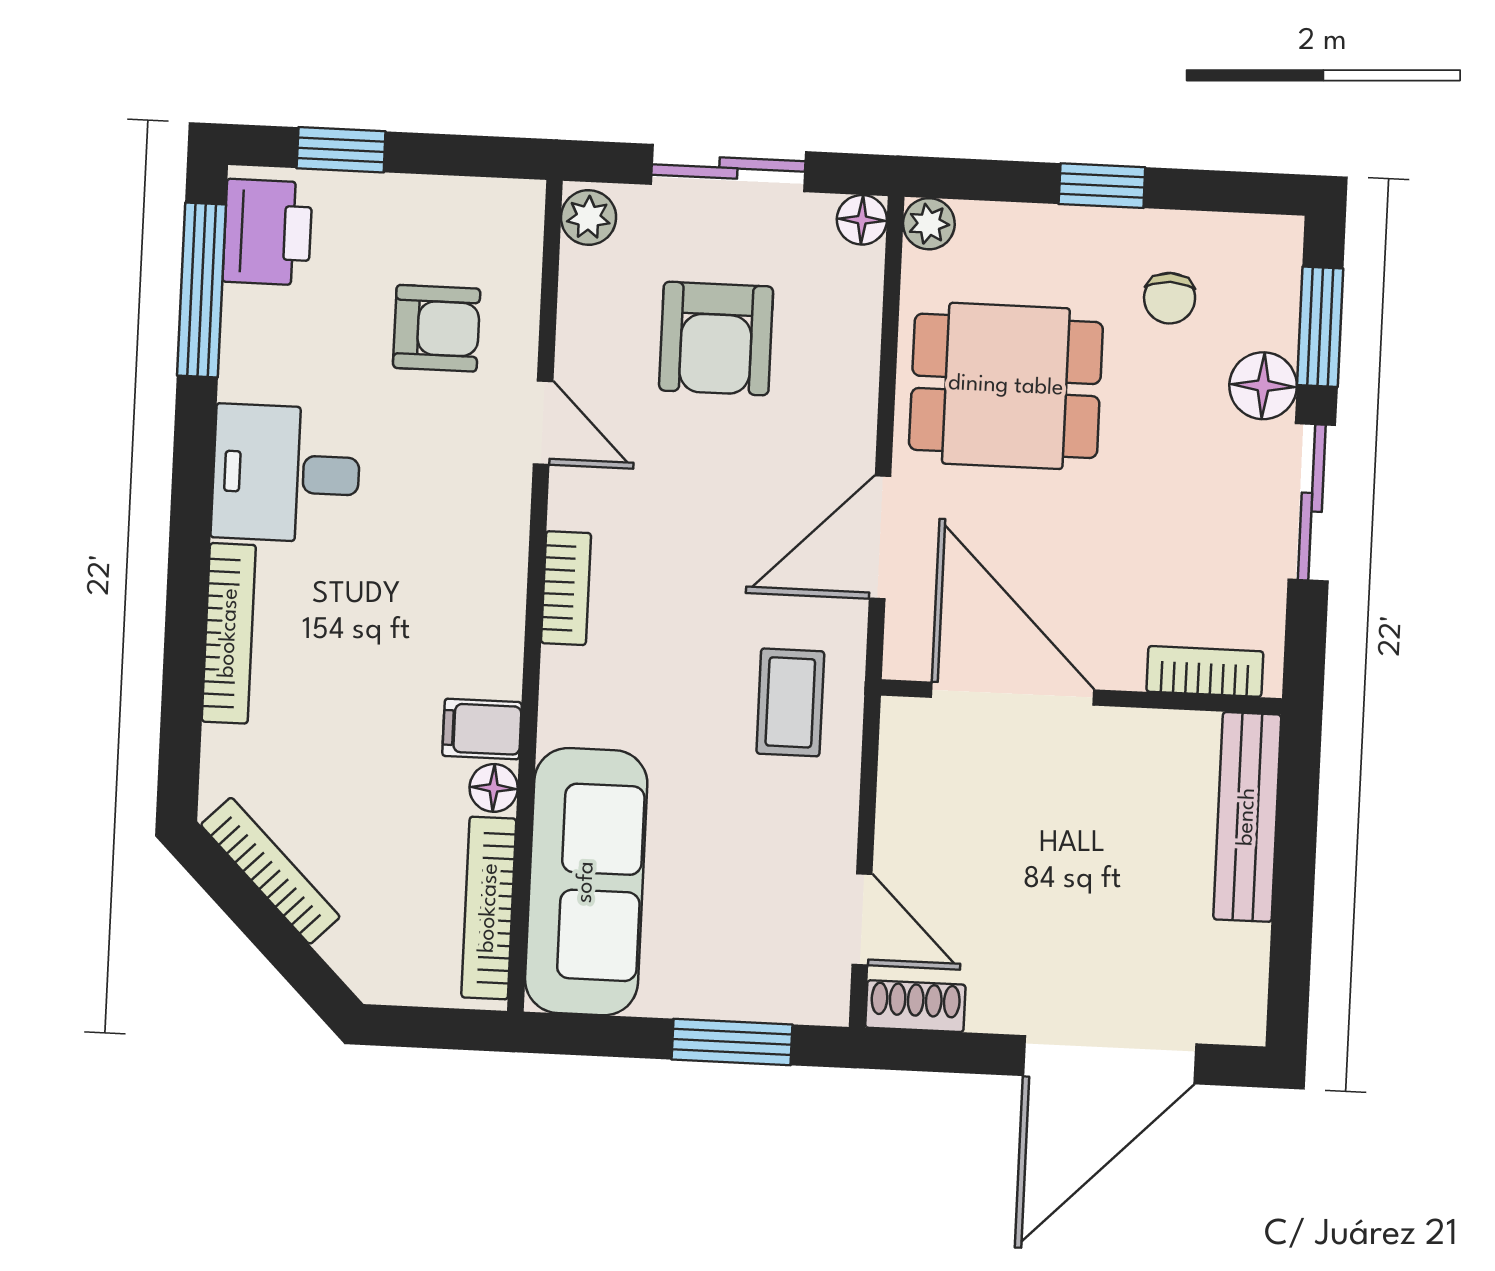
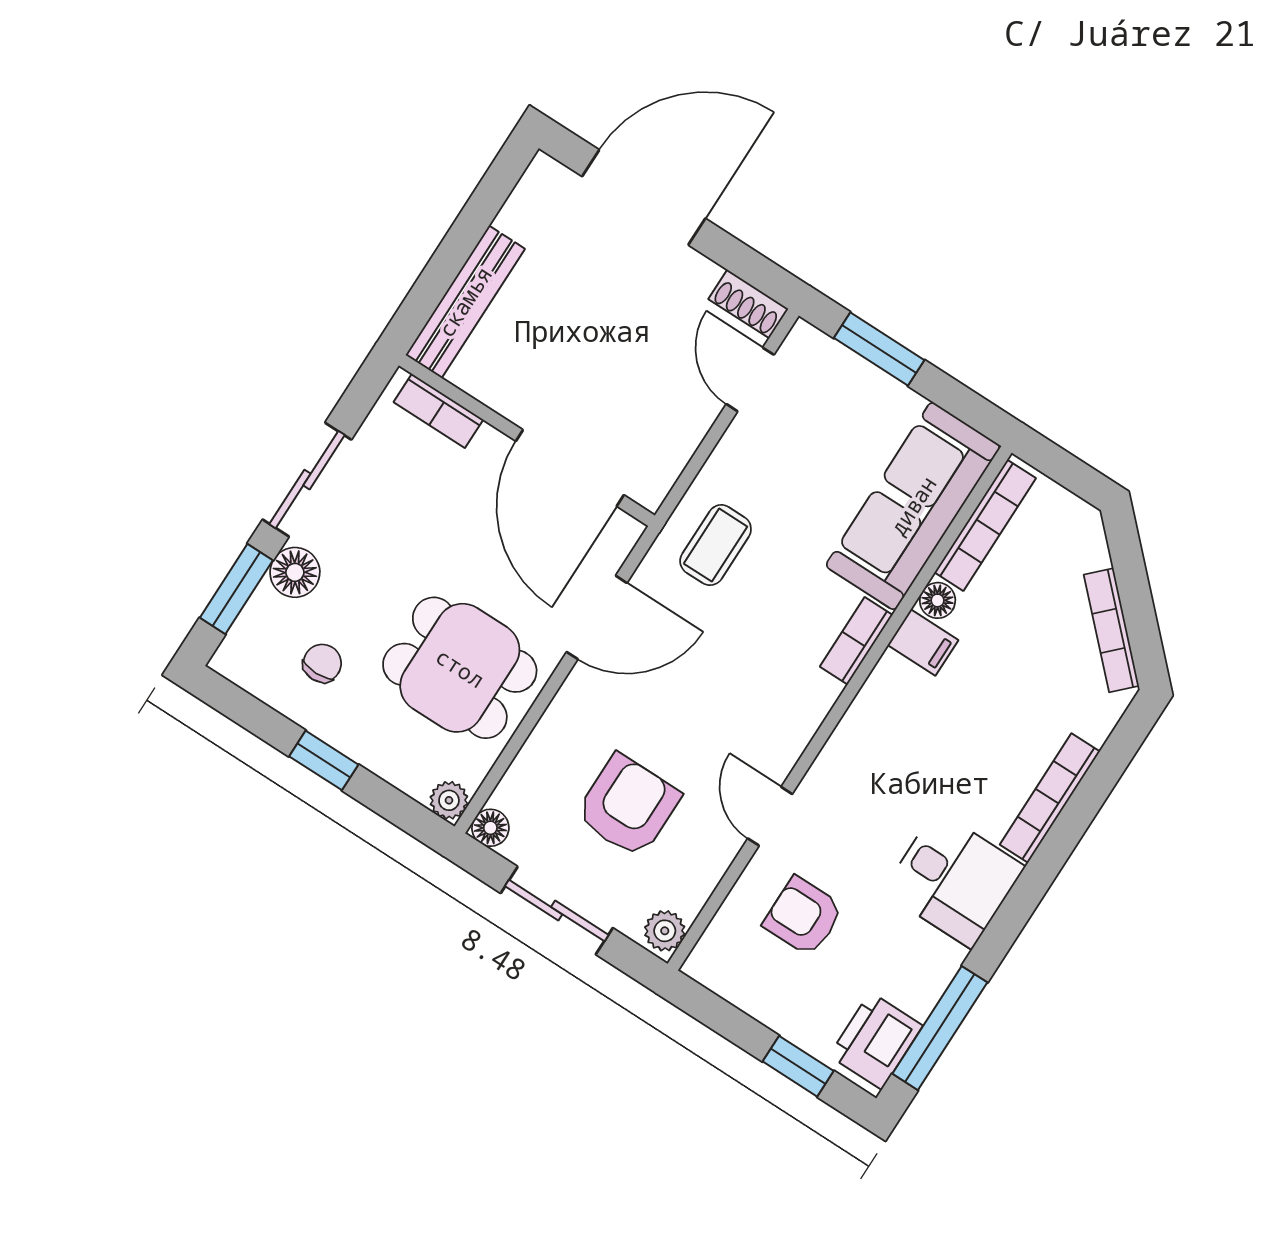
bookcase: (566, 588) -> (856, 641), moved

